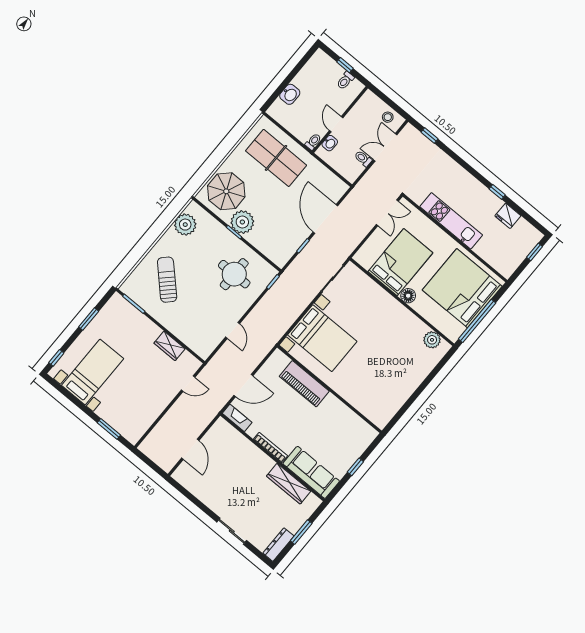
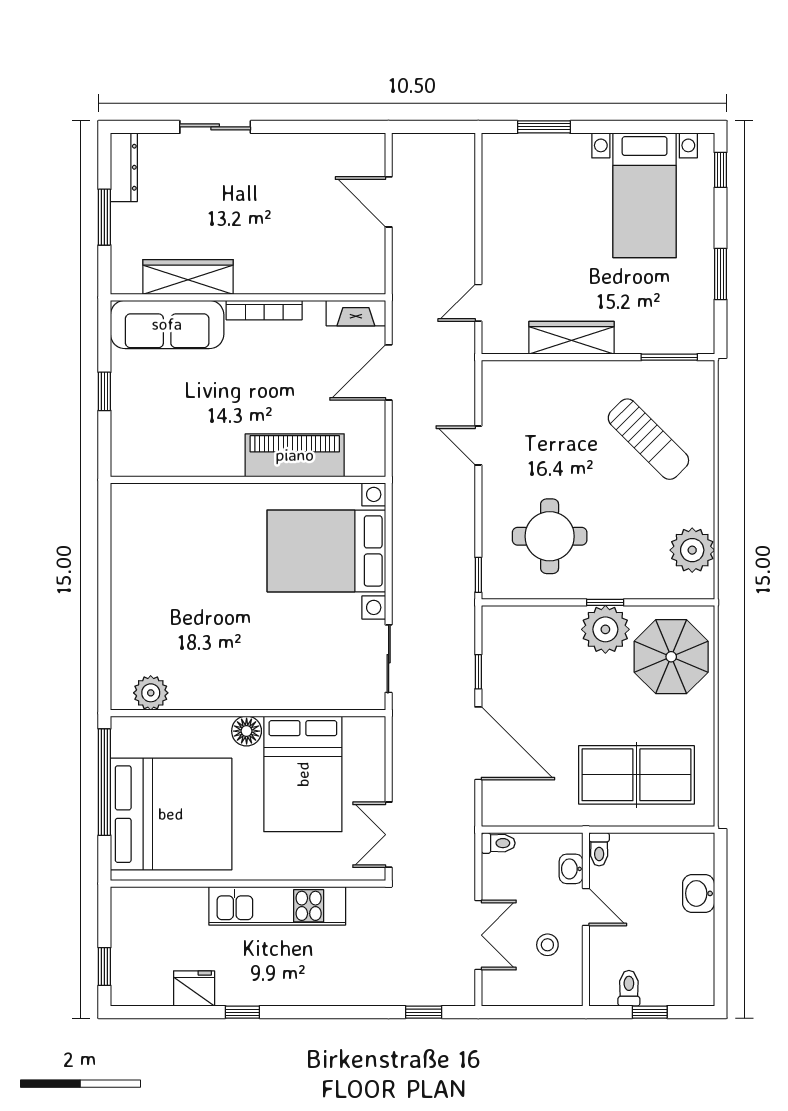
stool: (388, 117) -> (547, 945), moved
toilet: (363, 159) -> (498, 843), moved
wardrobe: (170, 346) -> (571, 338), width x1.50

